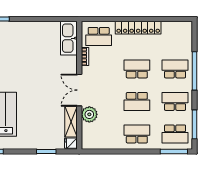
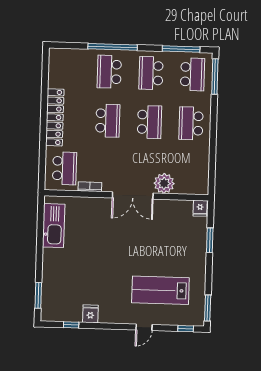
kitchen sink: (69, 38) -> (54, 226), moved, turned -90
school desk: (137, 69) -> (108, 121), turned 180
shelving: (71, 122) -> (173, 207), removed

